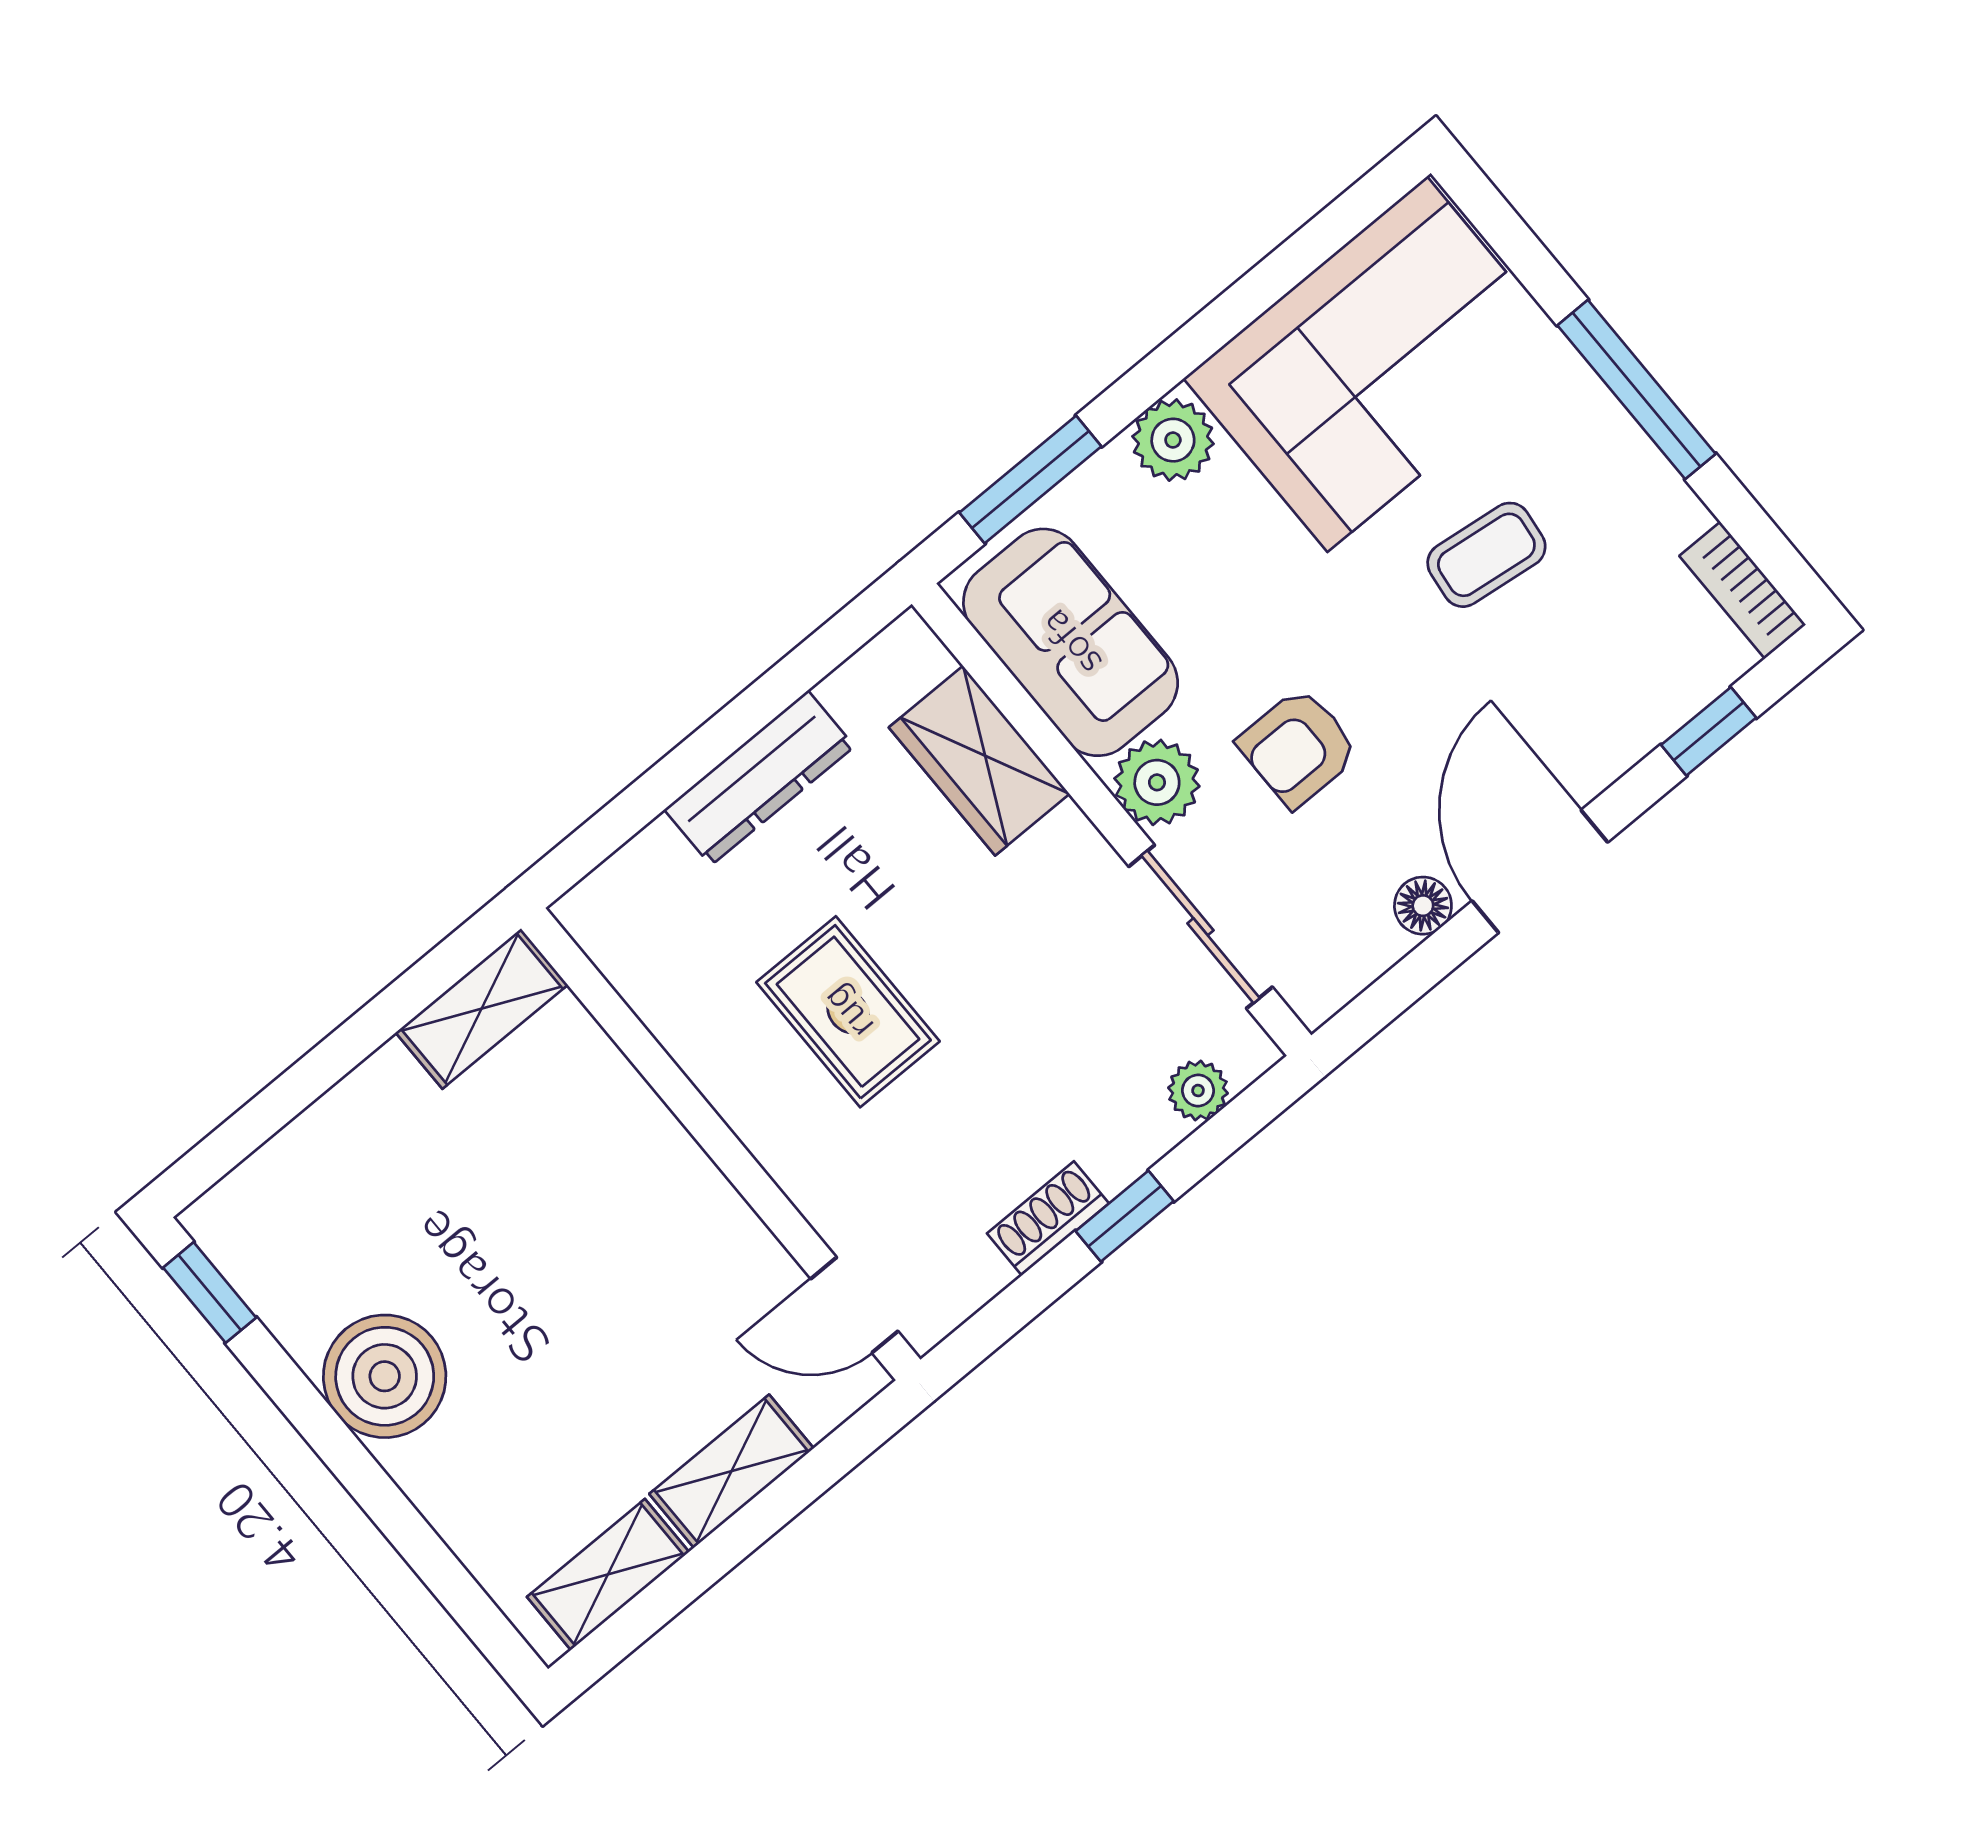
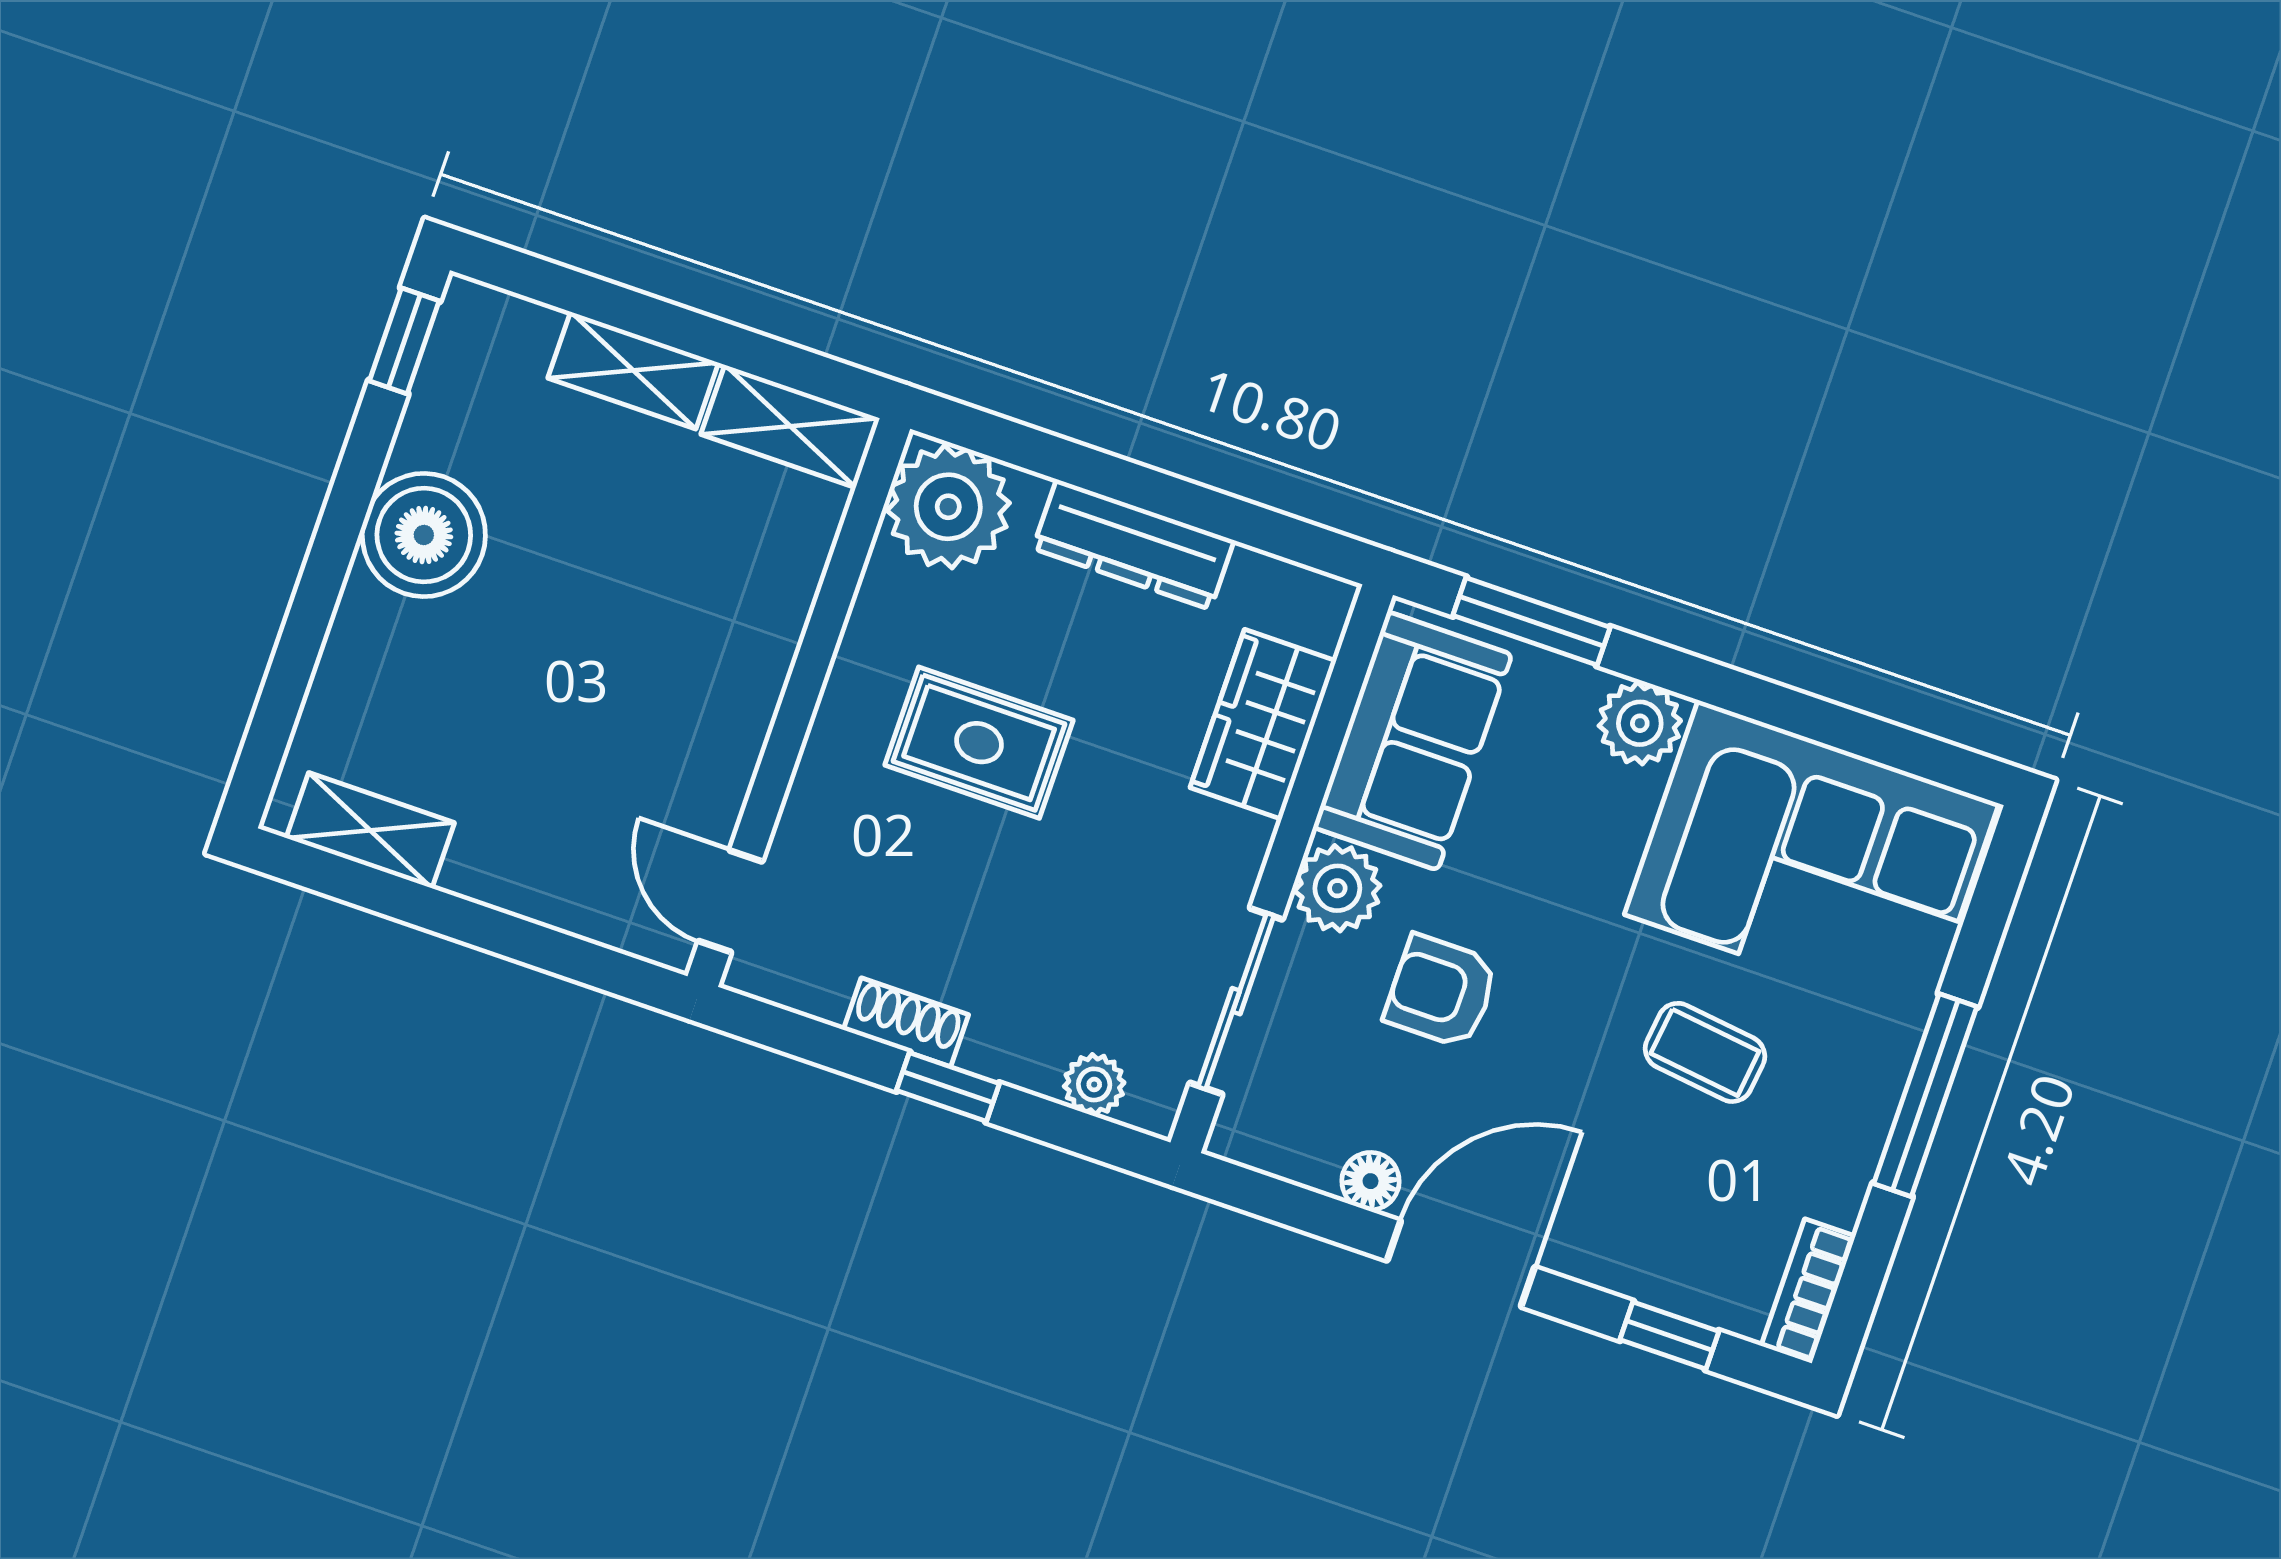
plant: (632, 916) -> (948, 507), added
rug: (848, 1012) -> (979, 743), turned 90
shelving: (732, 1471) -> (633, 370), moved

